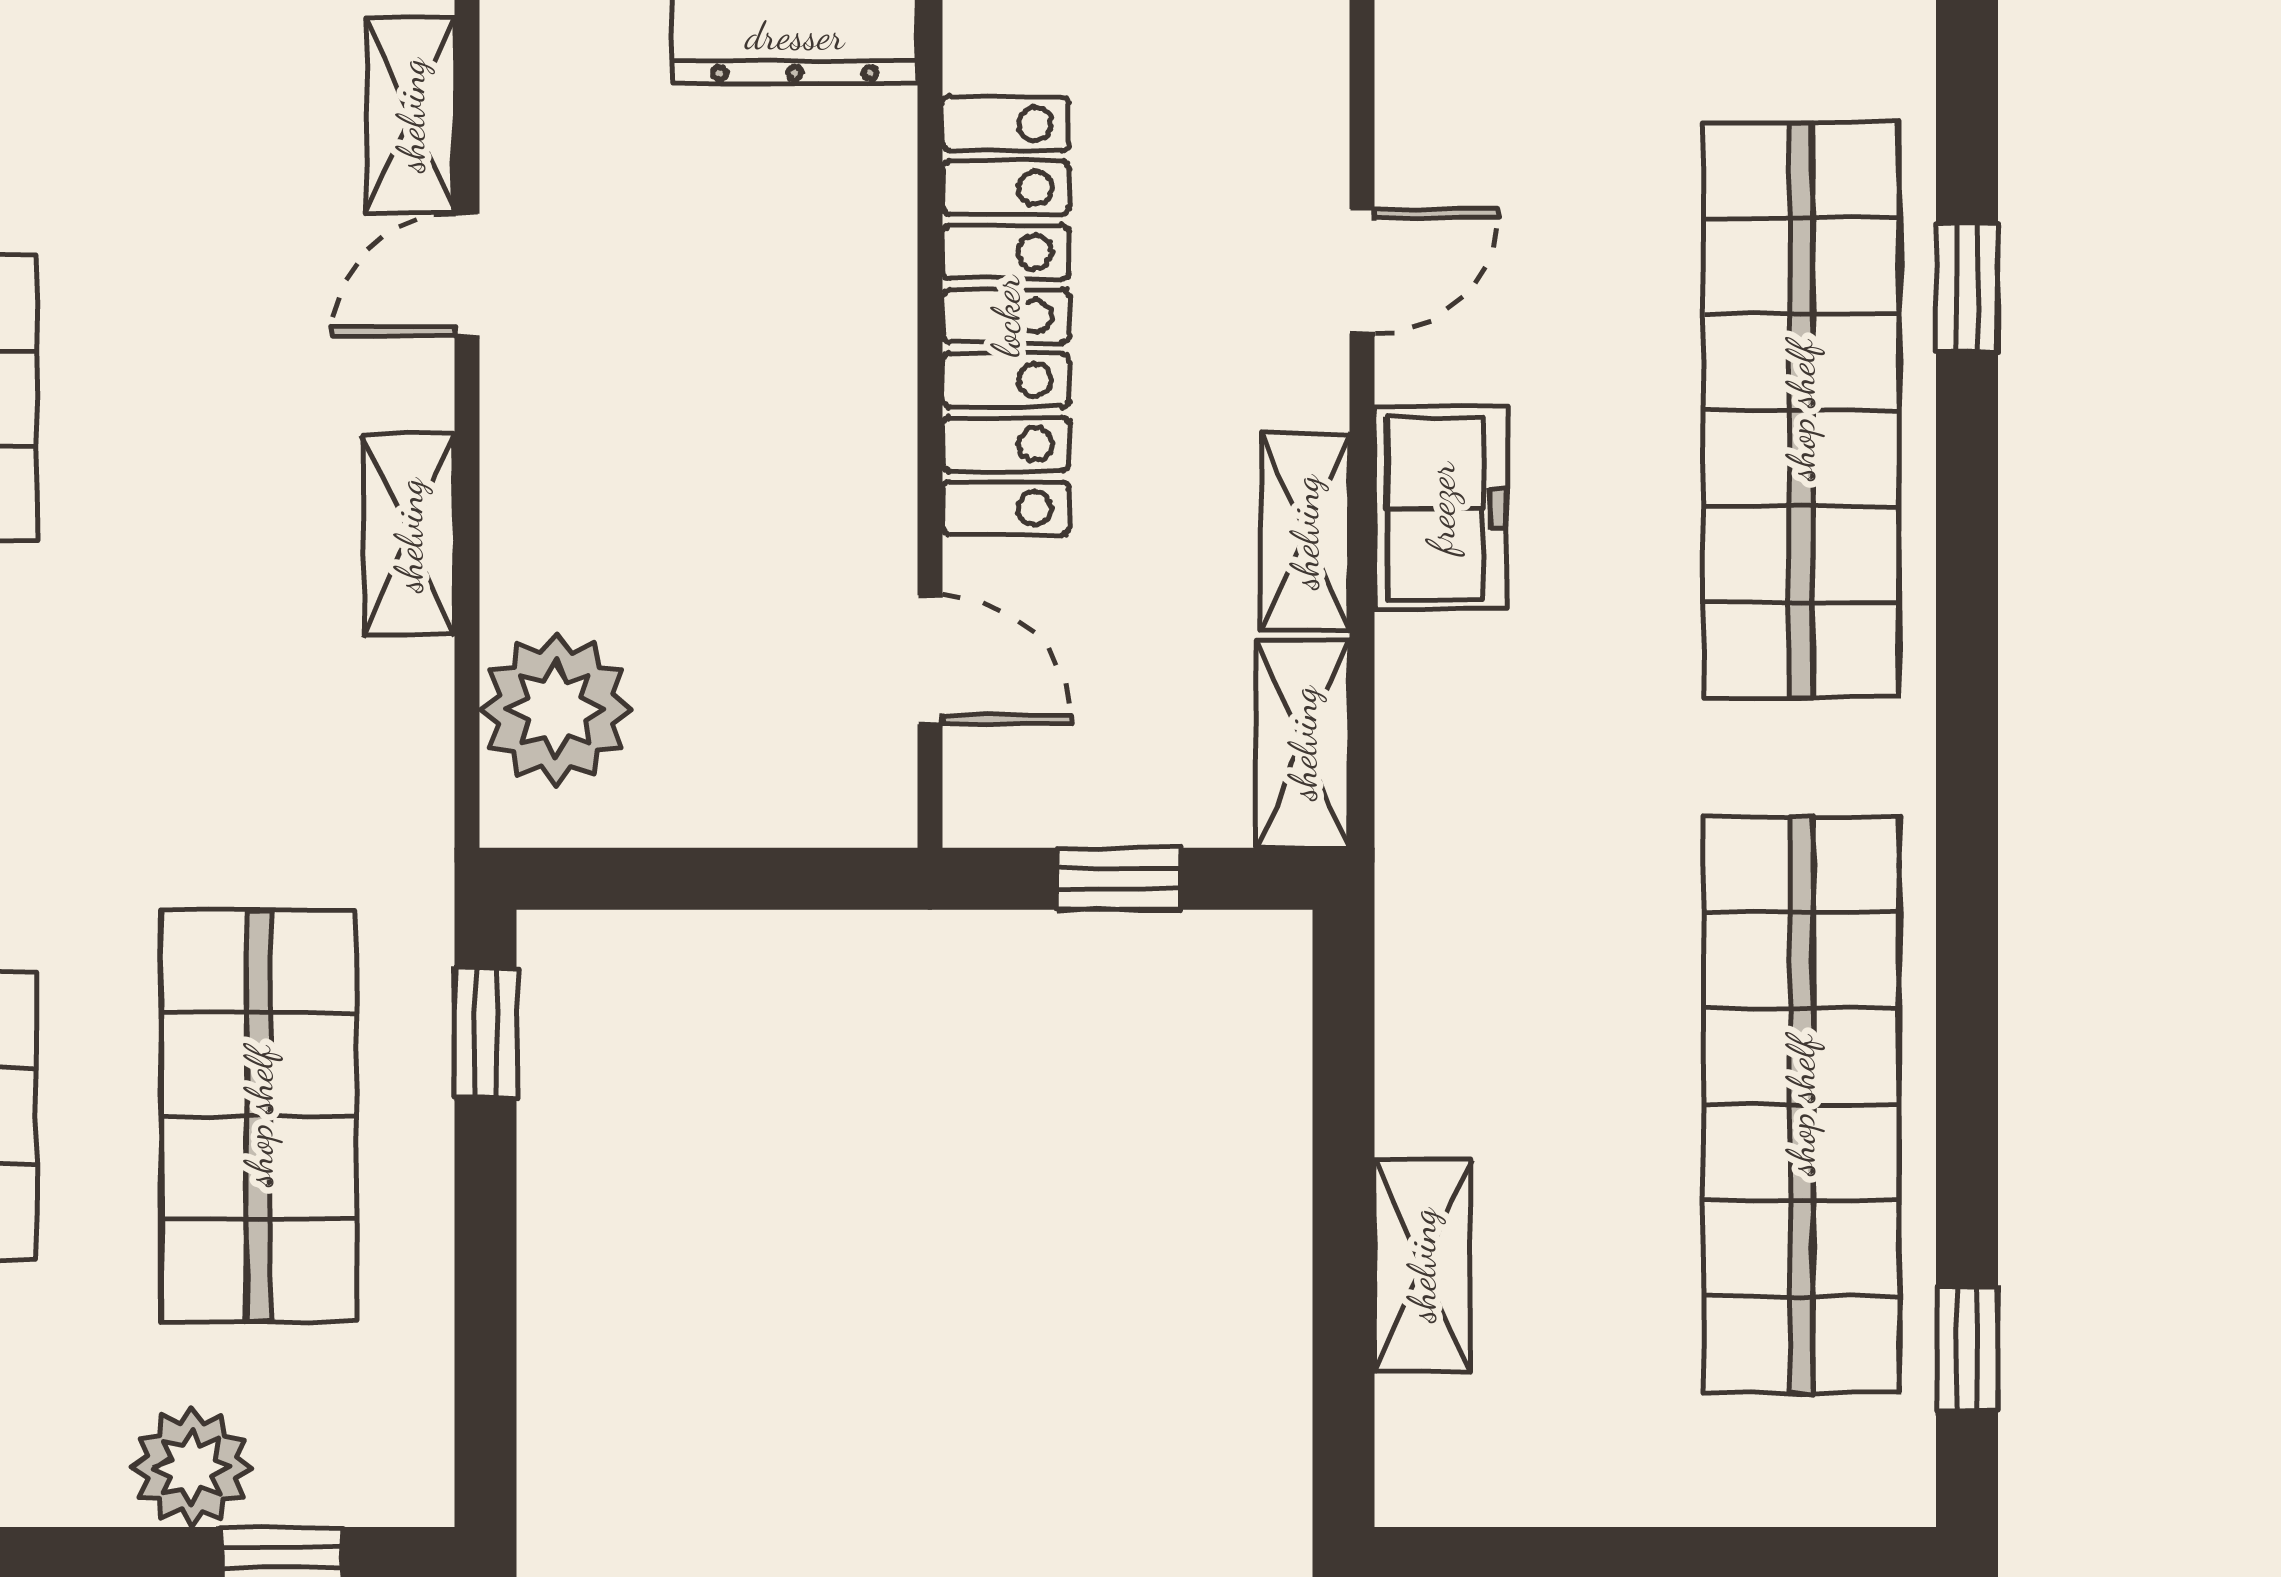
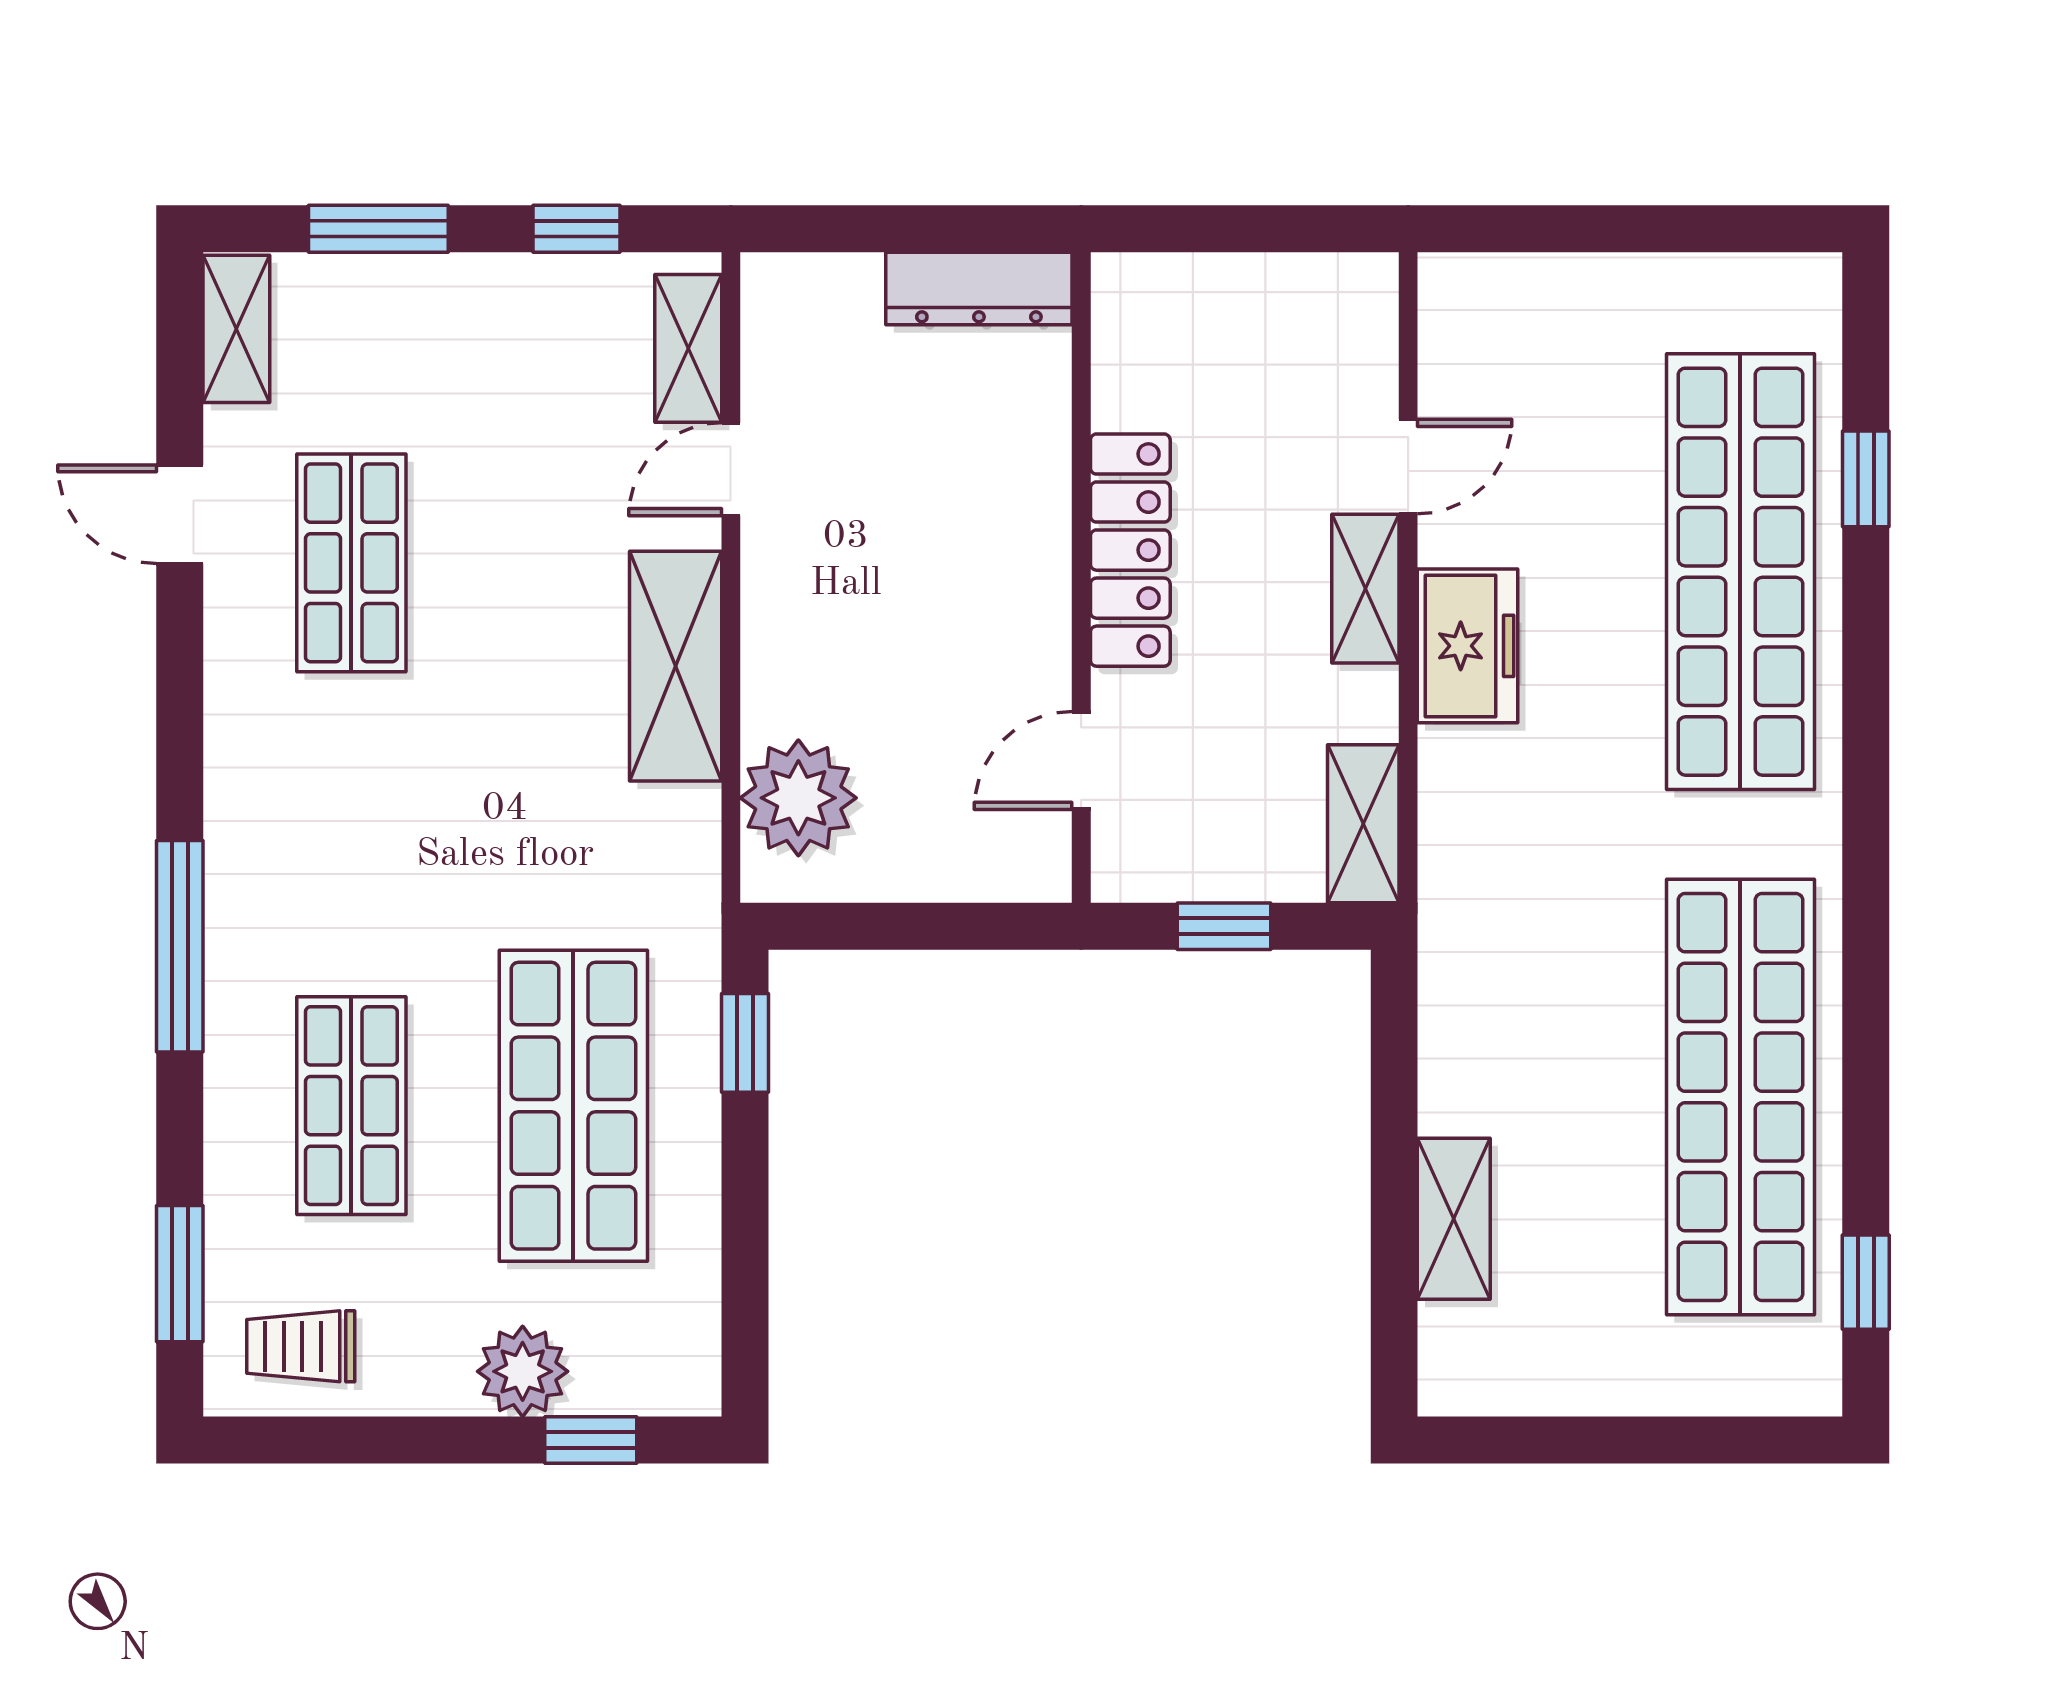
locker: (1006, 316) -> (1130, 550), width x0.71, depth x0.83
shelving: (1305, 532) -> (1365, 589), moved
shelving: (409, 535) -> (676, 666), width x1.50, depth x1.33
door: (930, 660) -> (1081, 760), swing flipped

